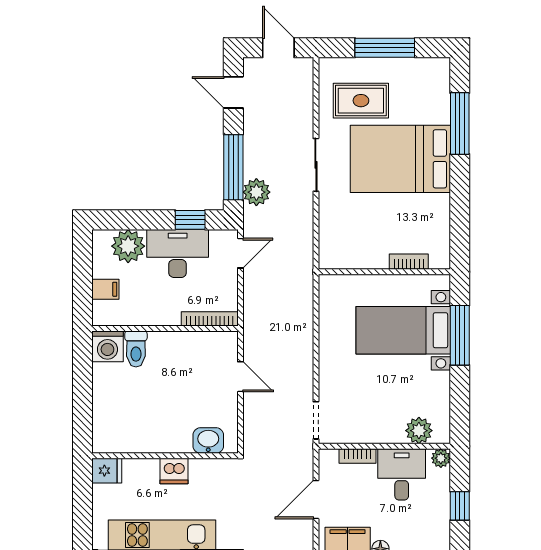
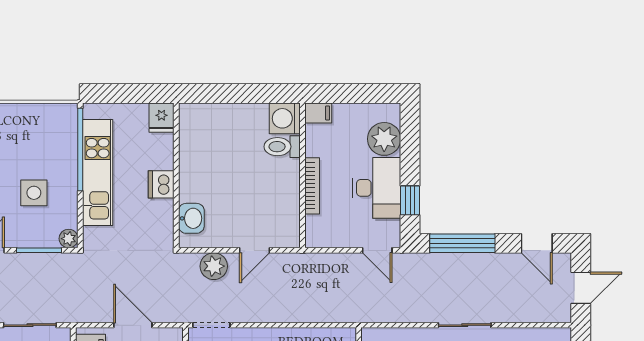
door: (233, 92) -> (537, 243), swing flipped
plant: (256, 192) -> (214, 266), moved
filing cabinet: (105, 289) -> (318, 113), moved, turned -90
bookcase: (210, 319) -> (312, 186), moved

